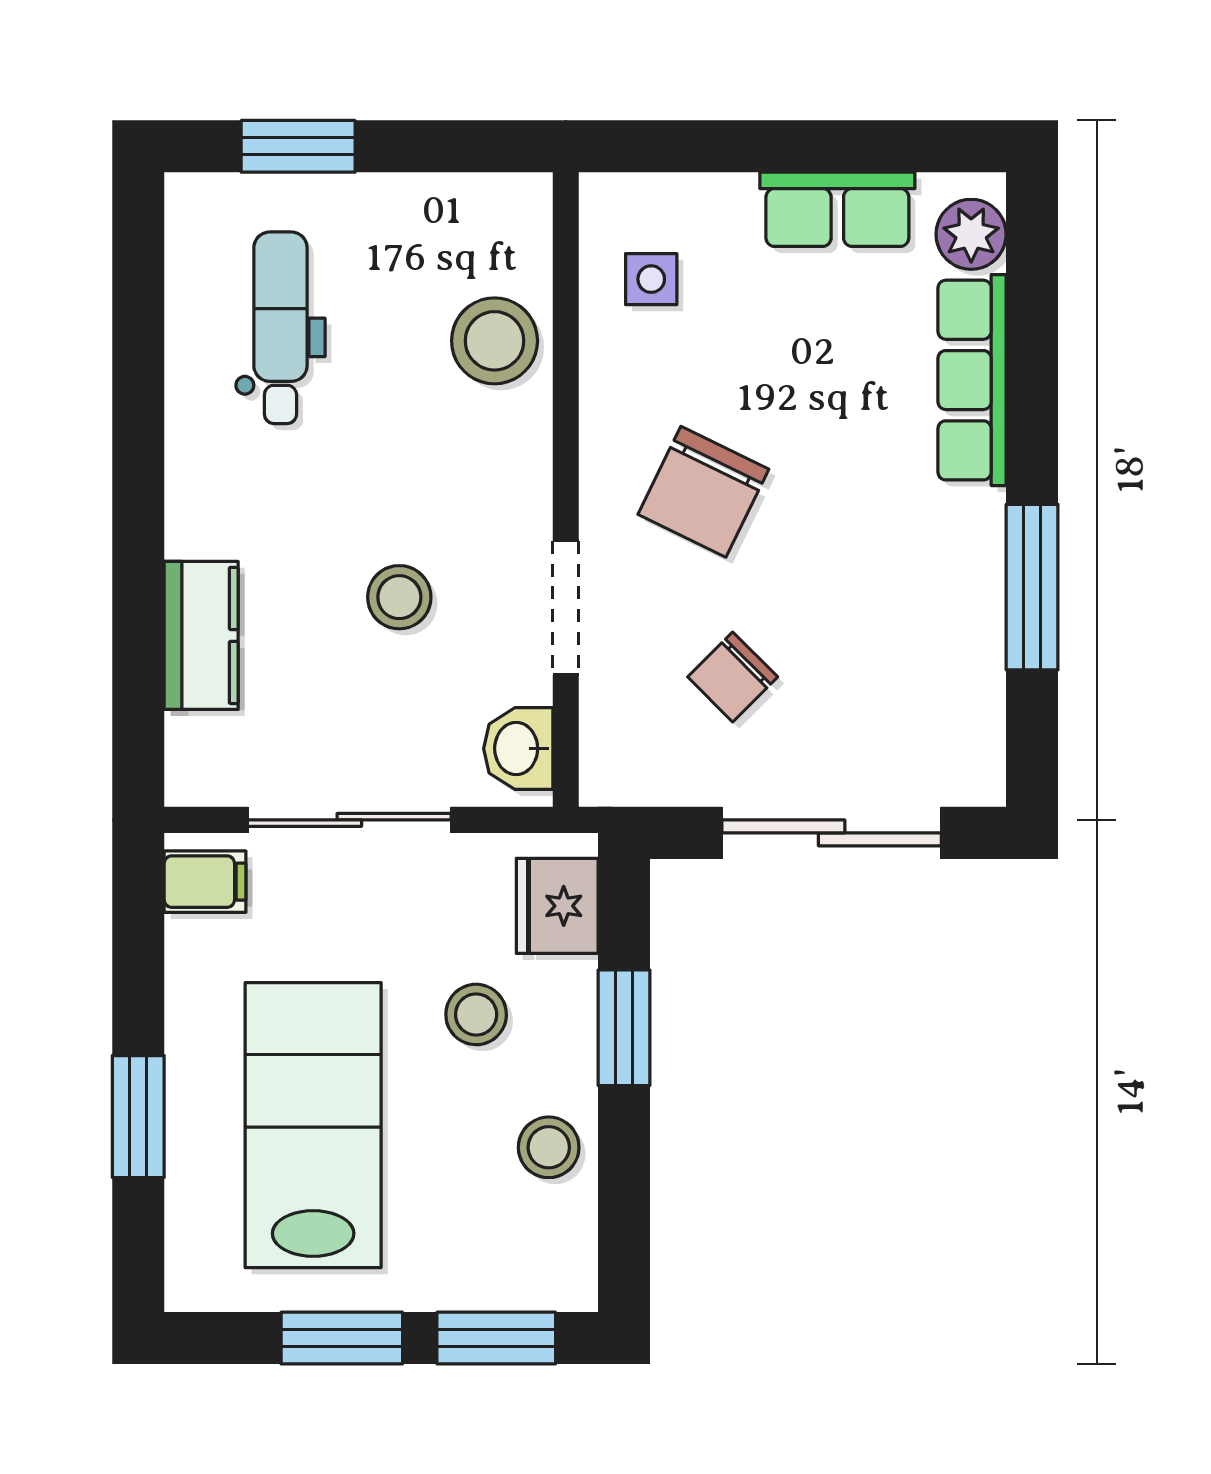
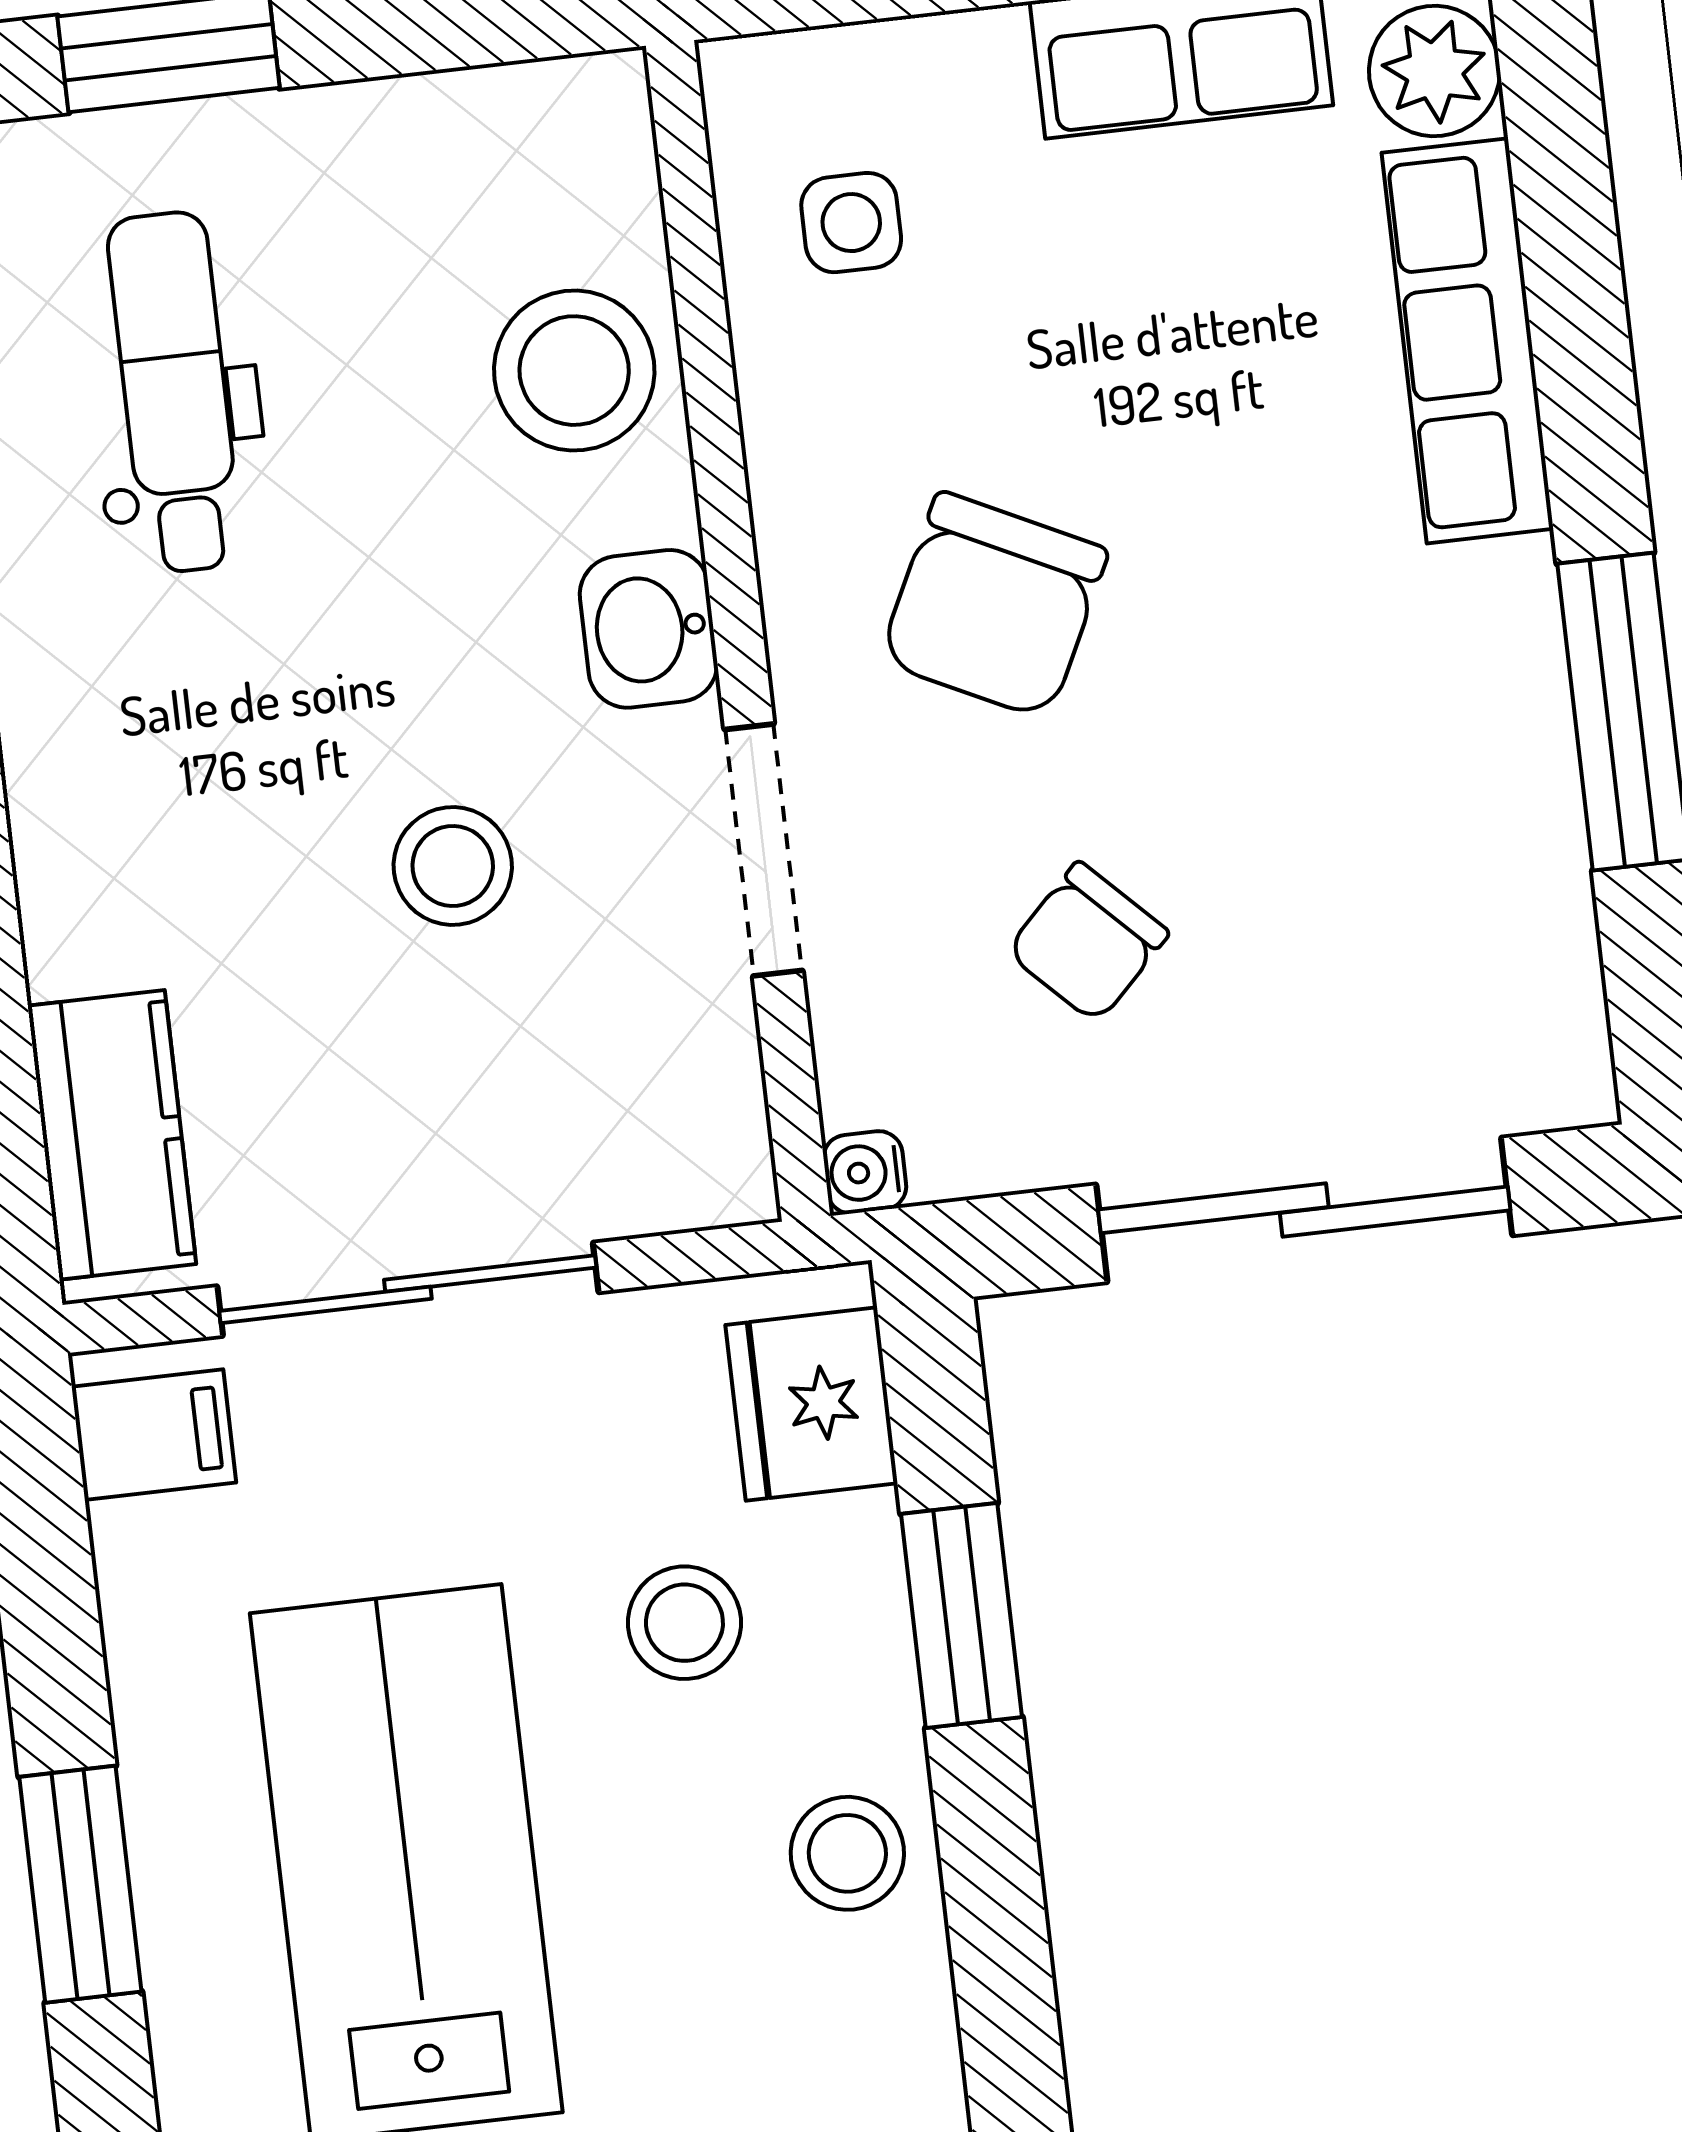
kitchen counter: (201, 635) -> (112, 1135), moved
washbasin: (518, 749) -> (649, 629), moved
water cooler: (600, 786) -> (865, 1172), added

